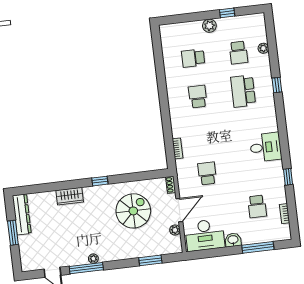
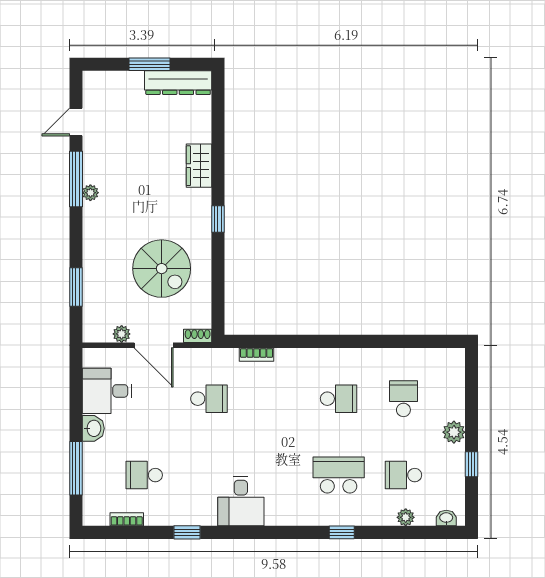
washbasin: (261, 24) -> (446, 518), added
desk: (205, 235) -> (107, 391), width x0.73

